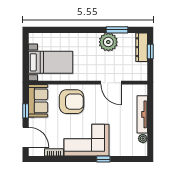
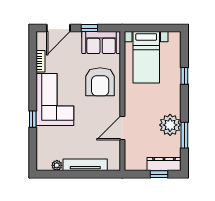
window: (66, 30) -> (184, 76), added

